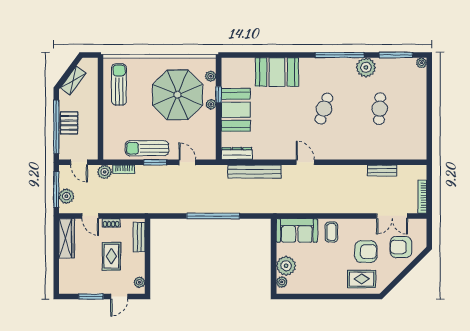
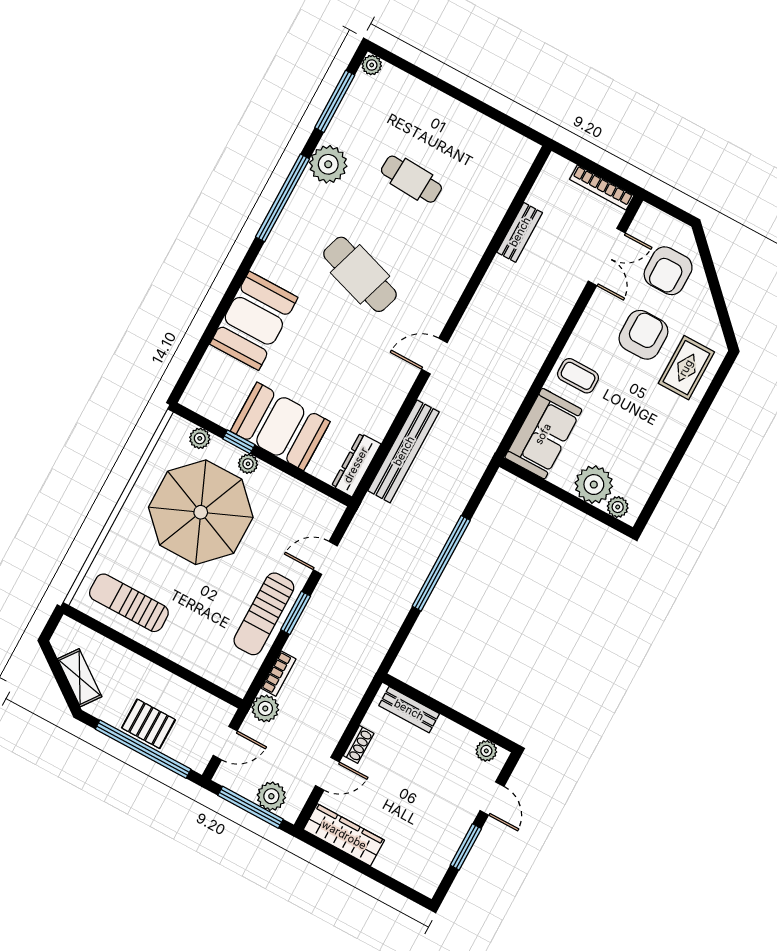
cafe table: (324, 109) -> (360, 274), width x1.37, depth x1.35
rug: (111, 256) -> (416, 775), removed

